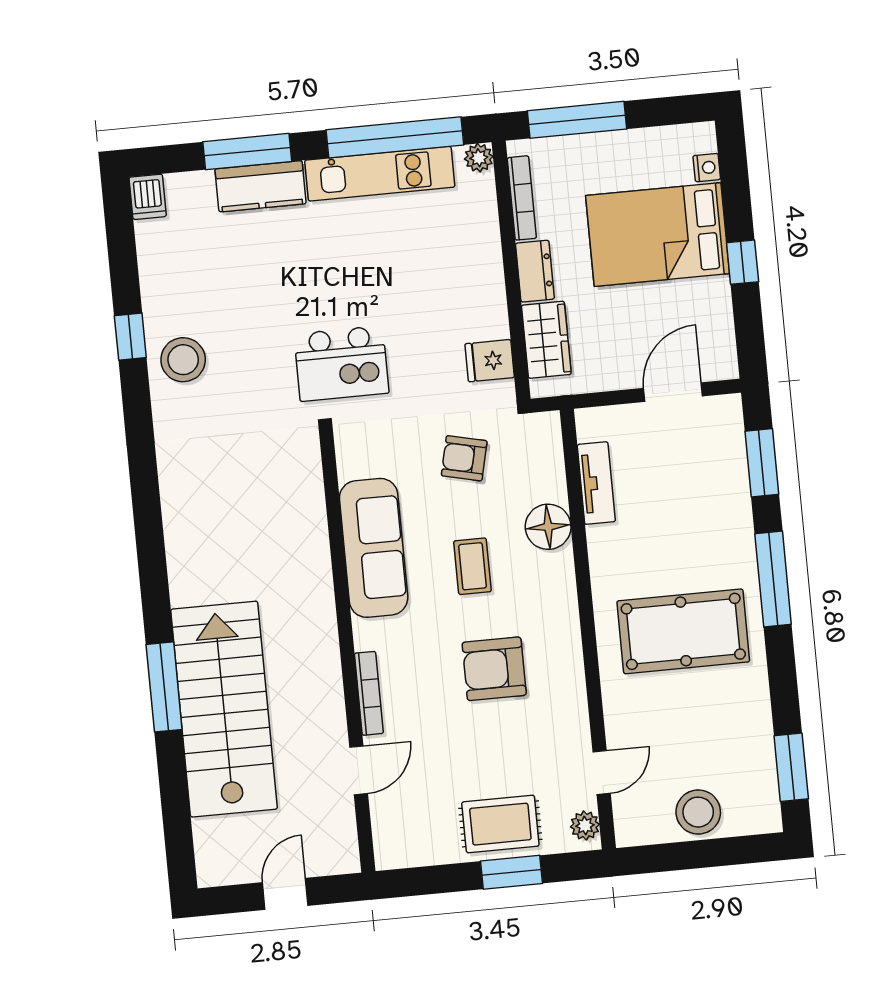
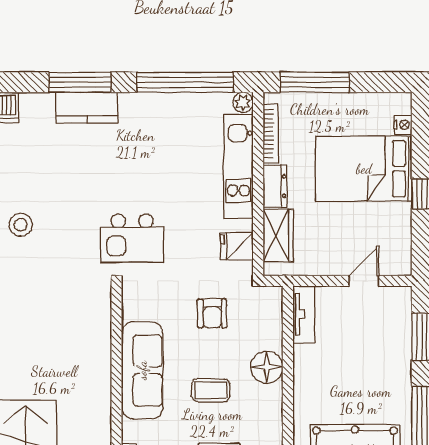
kitchen unit: (380, 174) -> (238, 167), moved, turned 90
stool: (183, 360) -> (21, 225), width x0.73, depth x0.73
door: (673, 392) -> (364, 281), width x0.73
armchair: (464, 458) -> (212, 313), turned -103
tv unit: (596, 483) -> (304, 314), moved
coffee table: (472, 566) -> (211, 390), turned 90

